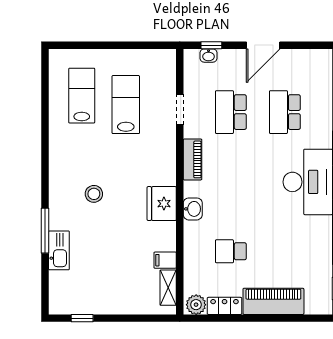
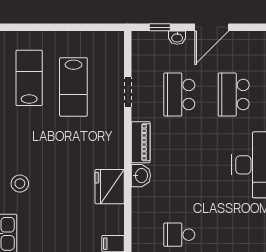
washbasin: (209, 56) -> (177, 38), moved
lab bench: (126, 105) -> (73, 87), turned 180
stool: (94, 194) -> (20, 184), moved
washbasin: (193, 209) -> (141, 176), moved

